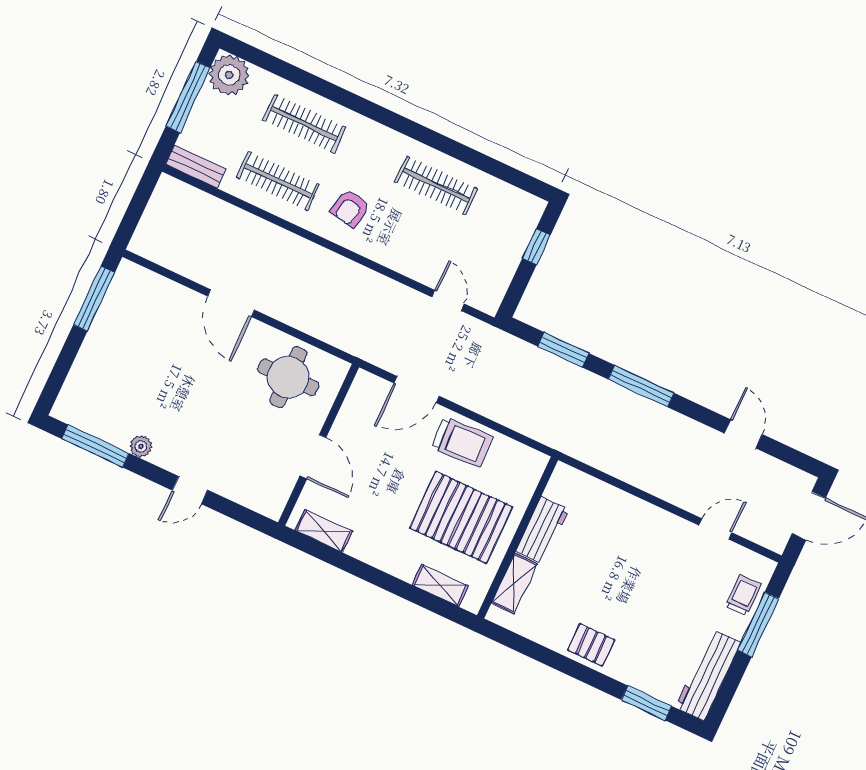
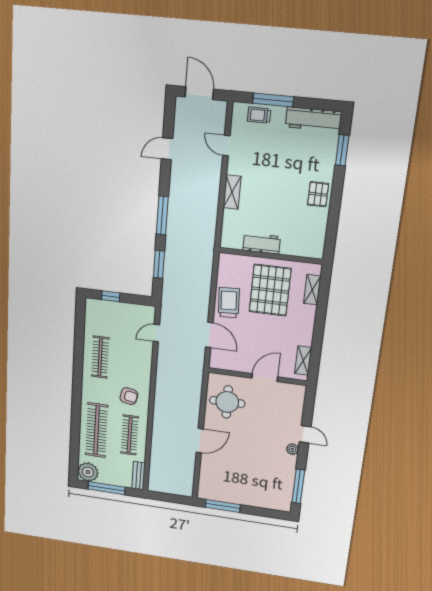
clothes rail: (304, 124) -> (97, 430), width x1.37, depth x1.31
plant: (141, 446) -> (292, 449), moved
shelving: (514, 583) -> (232, 192), moved, turned 90

